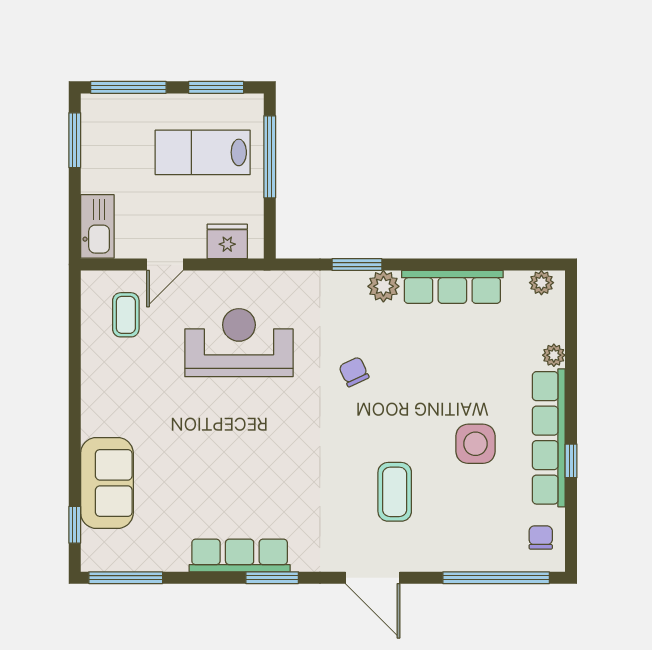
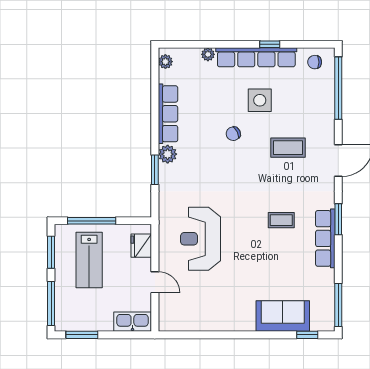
coffee table: (126, 315) -> (281, 220), moved
chair: (354, 372) -> (233, 134), moved

